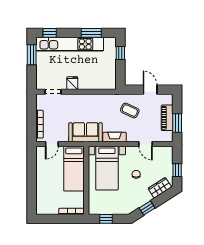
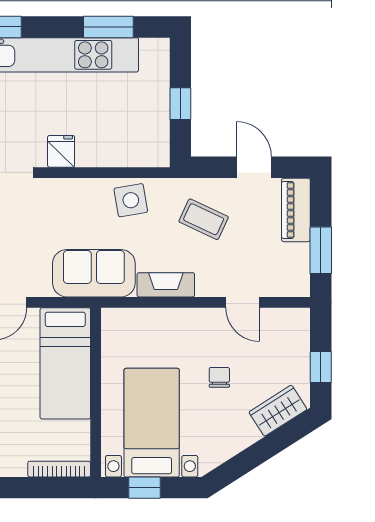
window: (120, 53) -> (180, 104), moved
side table: (100, 103) -> (131, 200), added
piano: (167, 118) -> (296, 210), moved
bed with nightstands: (107, 168) -> (152, 423), moved, turned 180
window: (147, 208) -> (246, 461), removed

